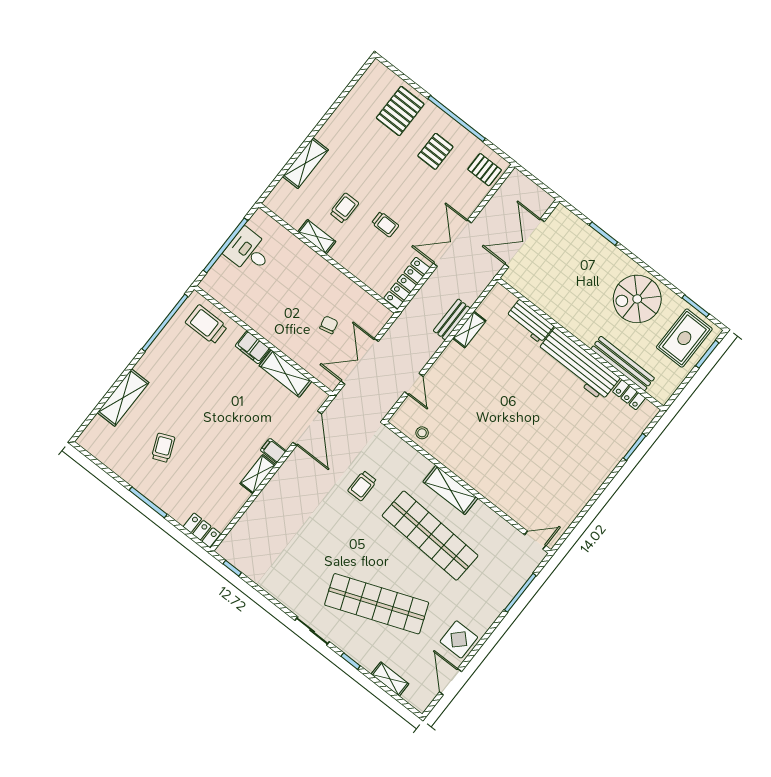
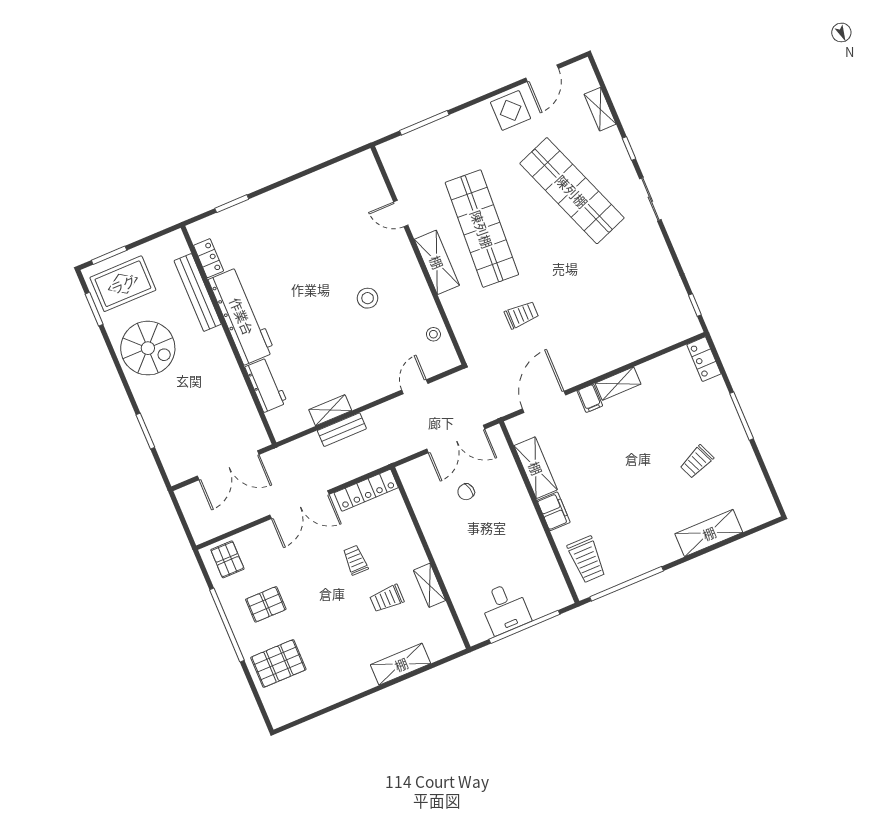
stool: (489, 432) -> (368, 298), added
door: (535, 540) -> (401, 213), moved

